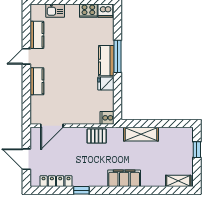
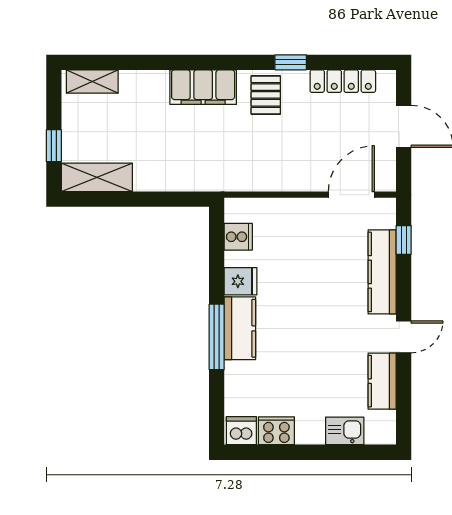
kitchen counter: (37, 81) -> (382, 272), width x1.50
window: (26, 104) -> (404, 240), added
cooker: (107, 118) -> (238, 237), moved
shelving: (141, 134) -> (97, 177), moved
pallet: (97, 136) -> (266, 95), moved, turned 90

